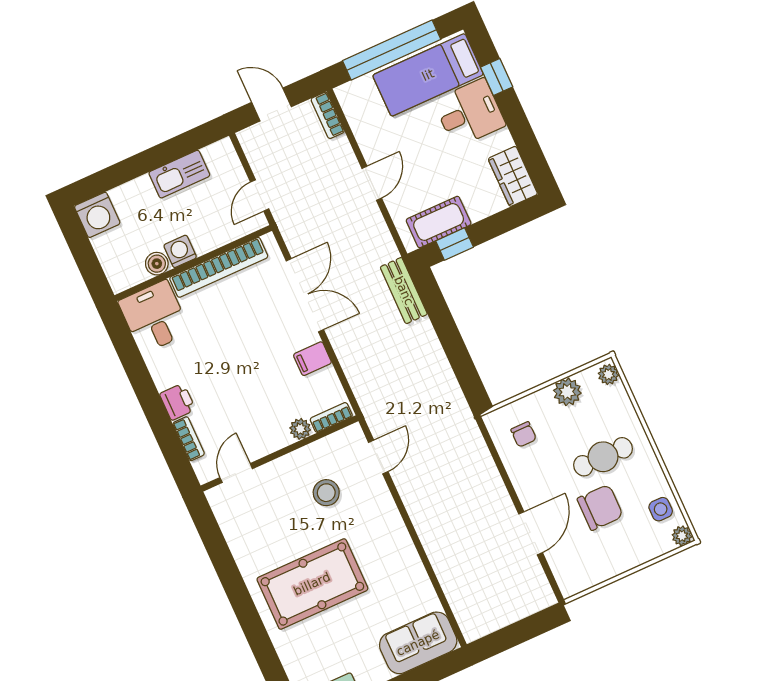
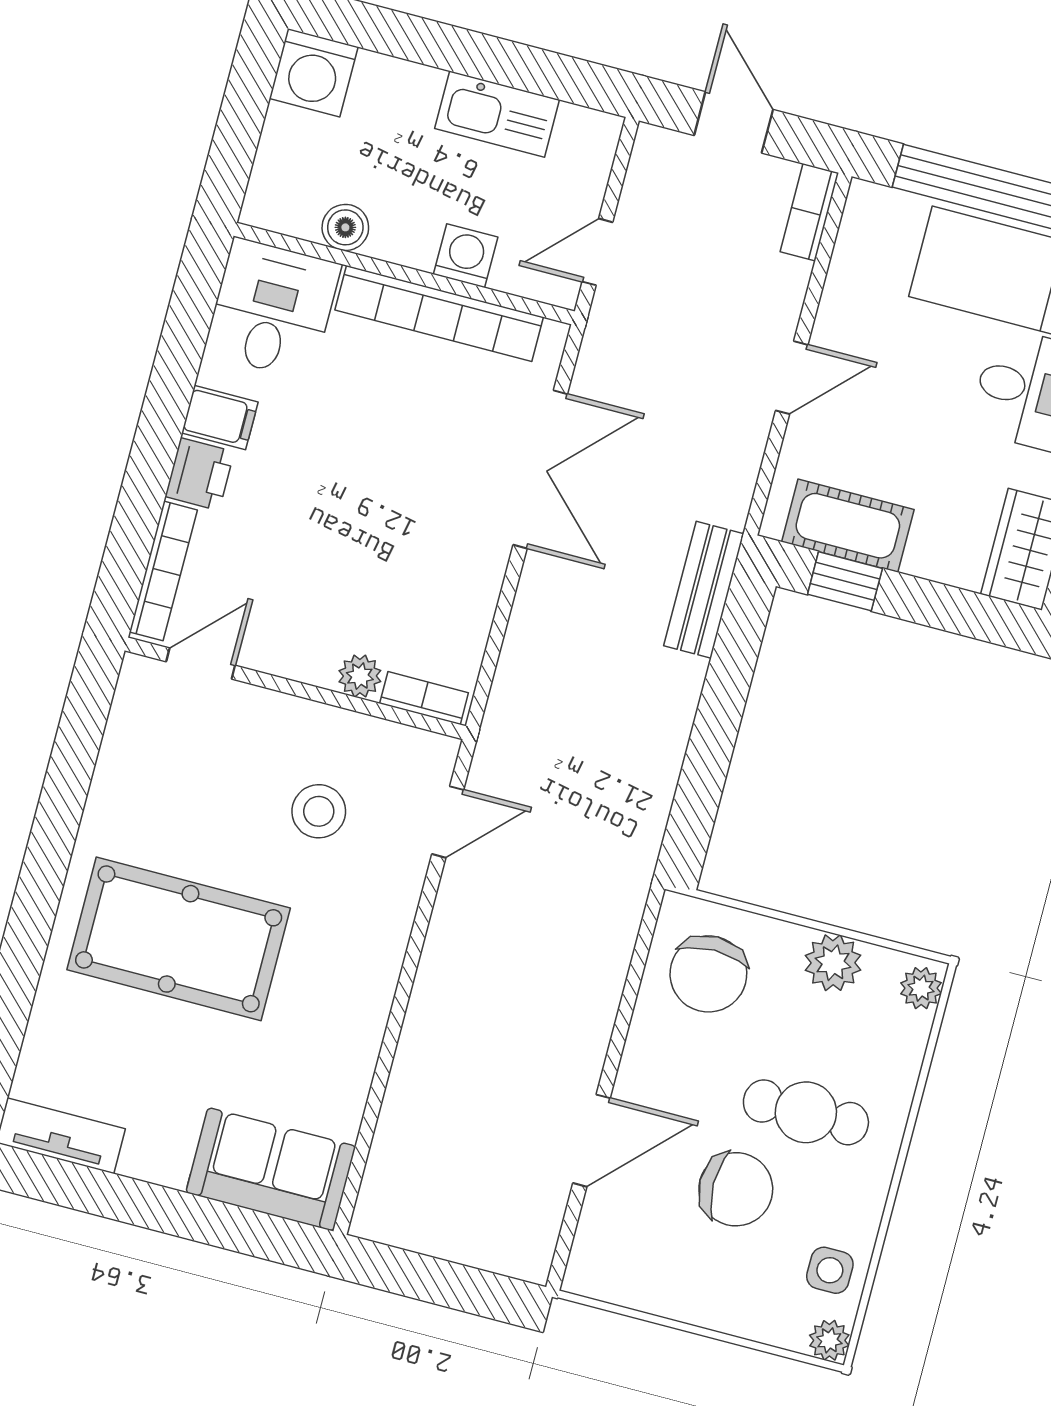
washing machine: (180, 251) -> (466, 256), moved
filing cabinet: (312, 359) -> (220, 418), moved, turned 180
chair: (524, 434) -> (708, 974), width x1.87, depth x1.87
bookcase: (189, 439) -> (163, 571), width x1.56

